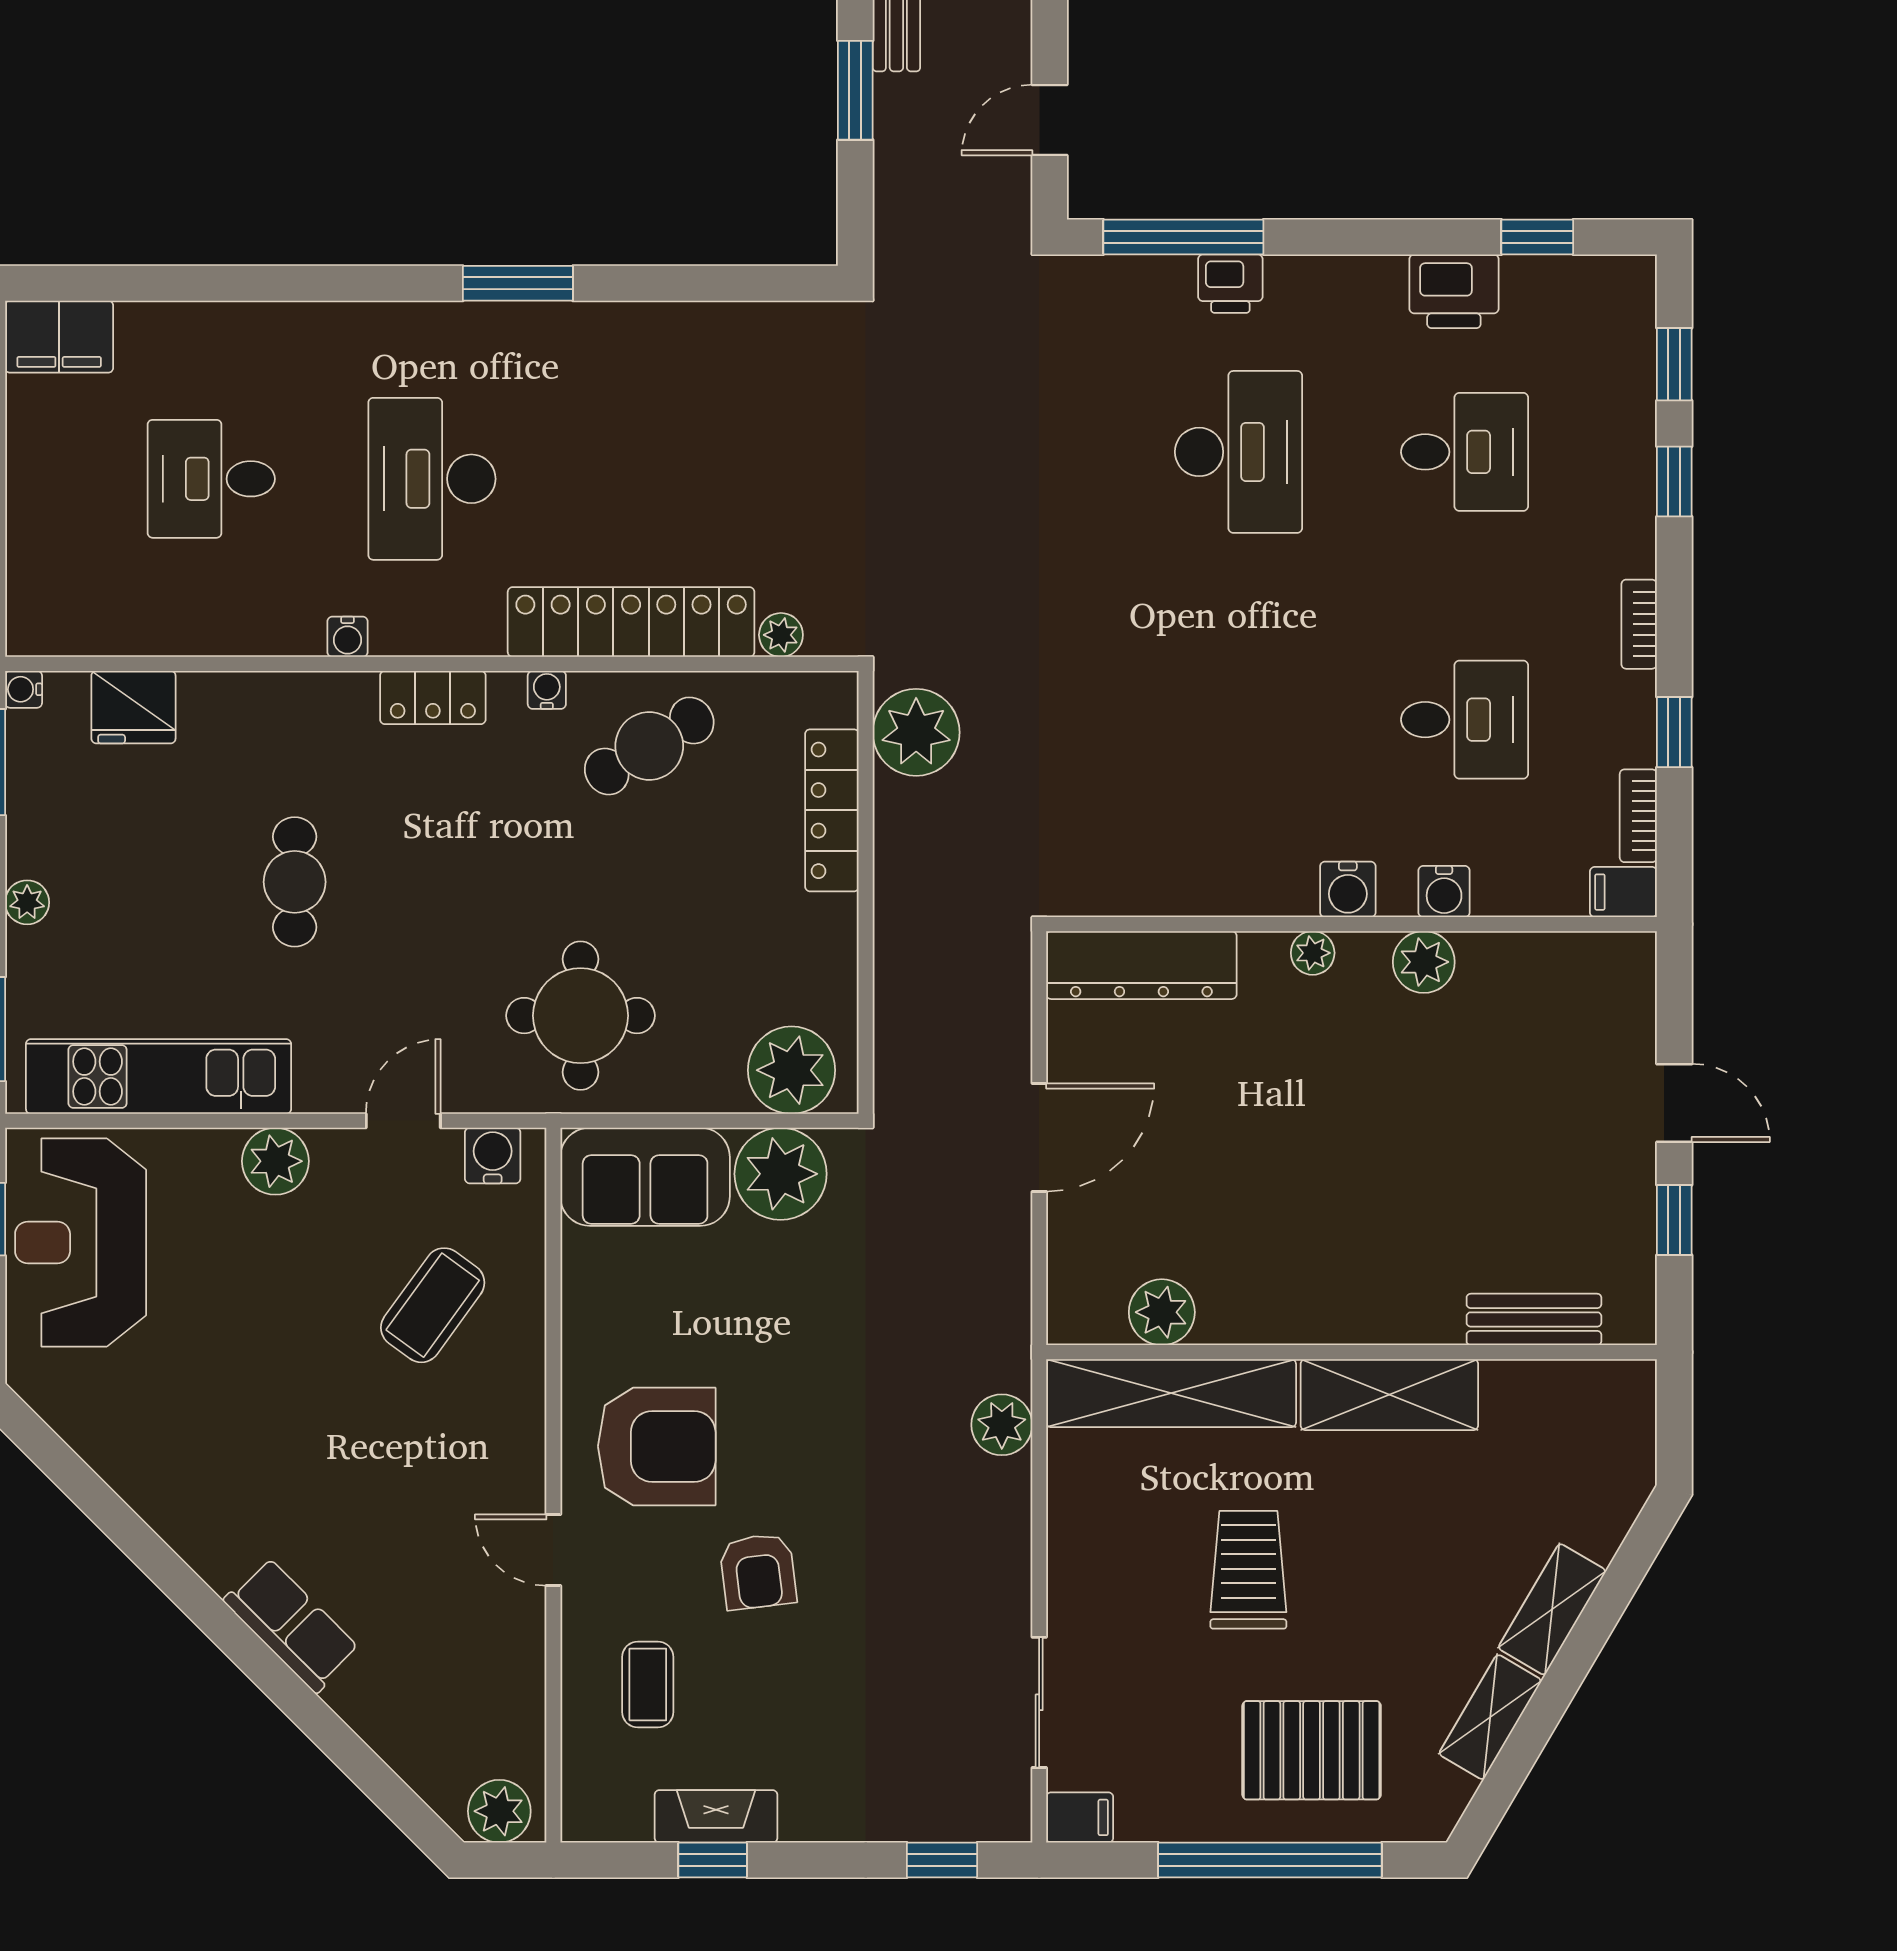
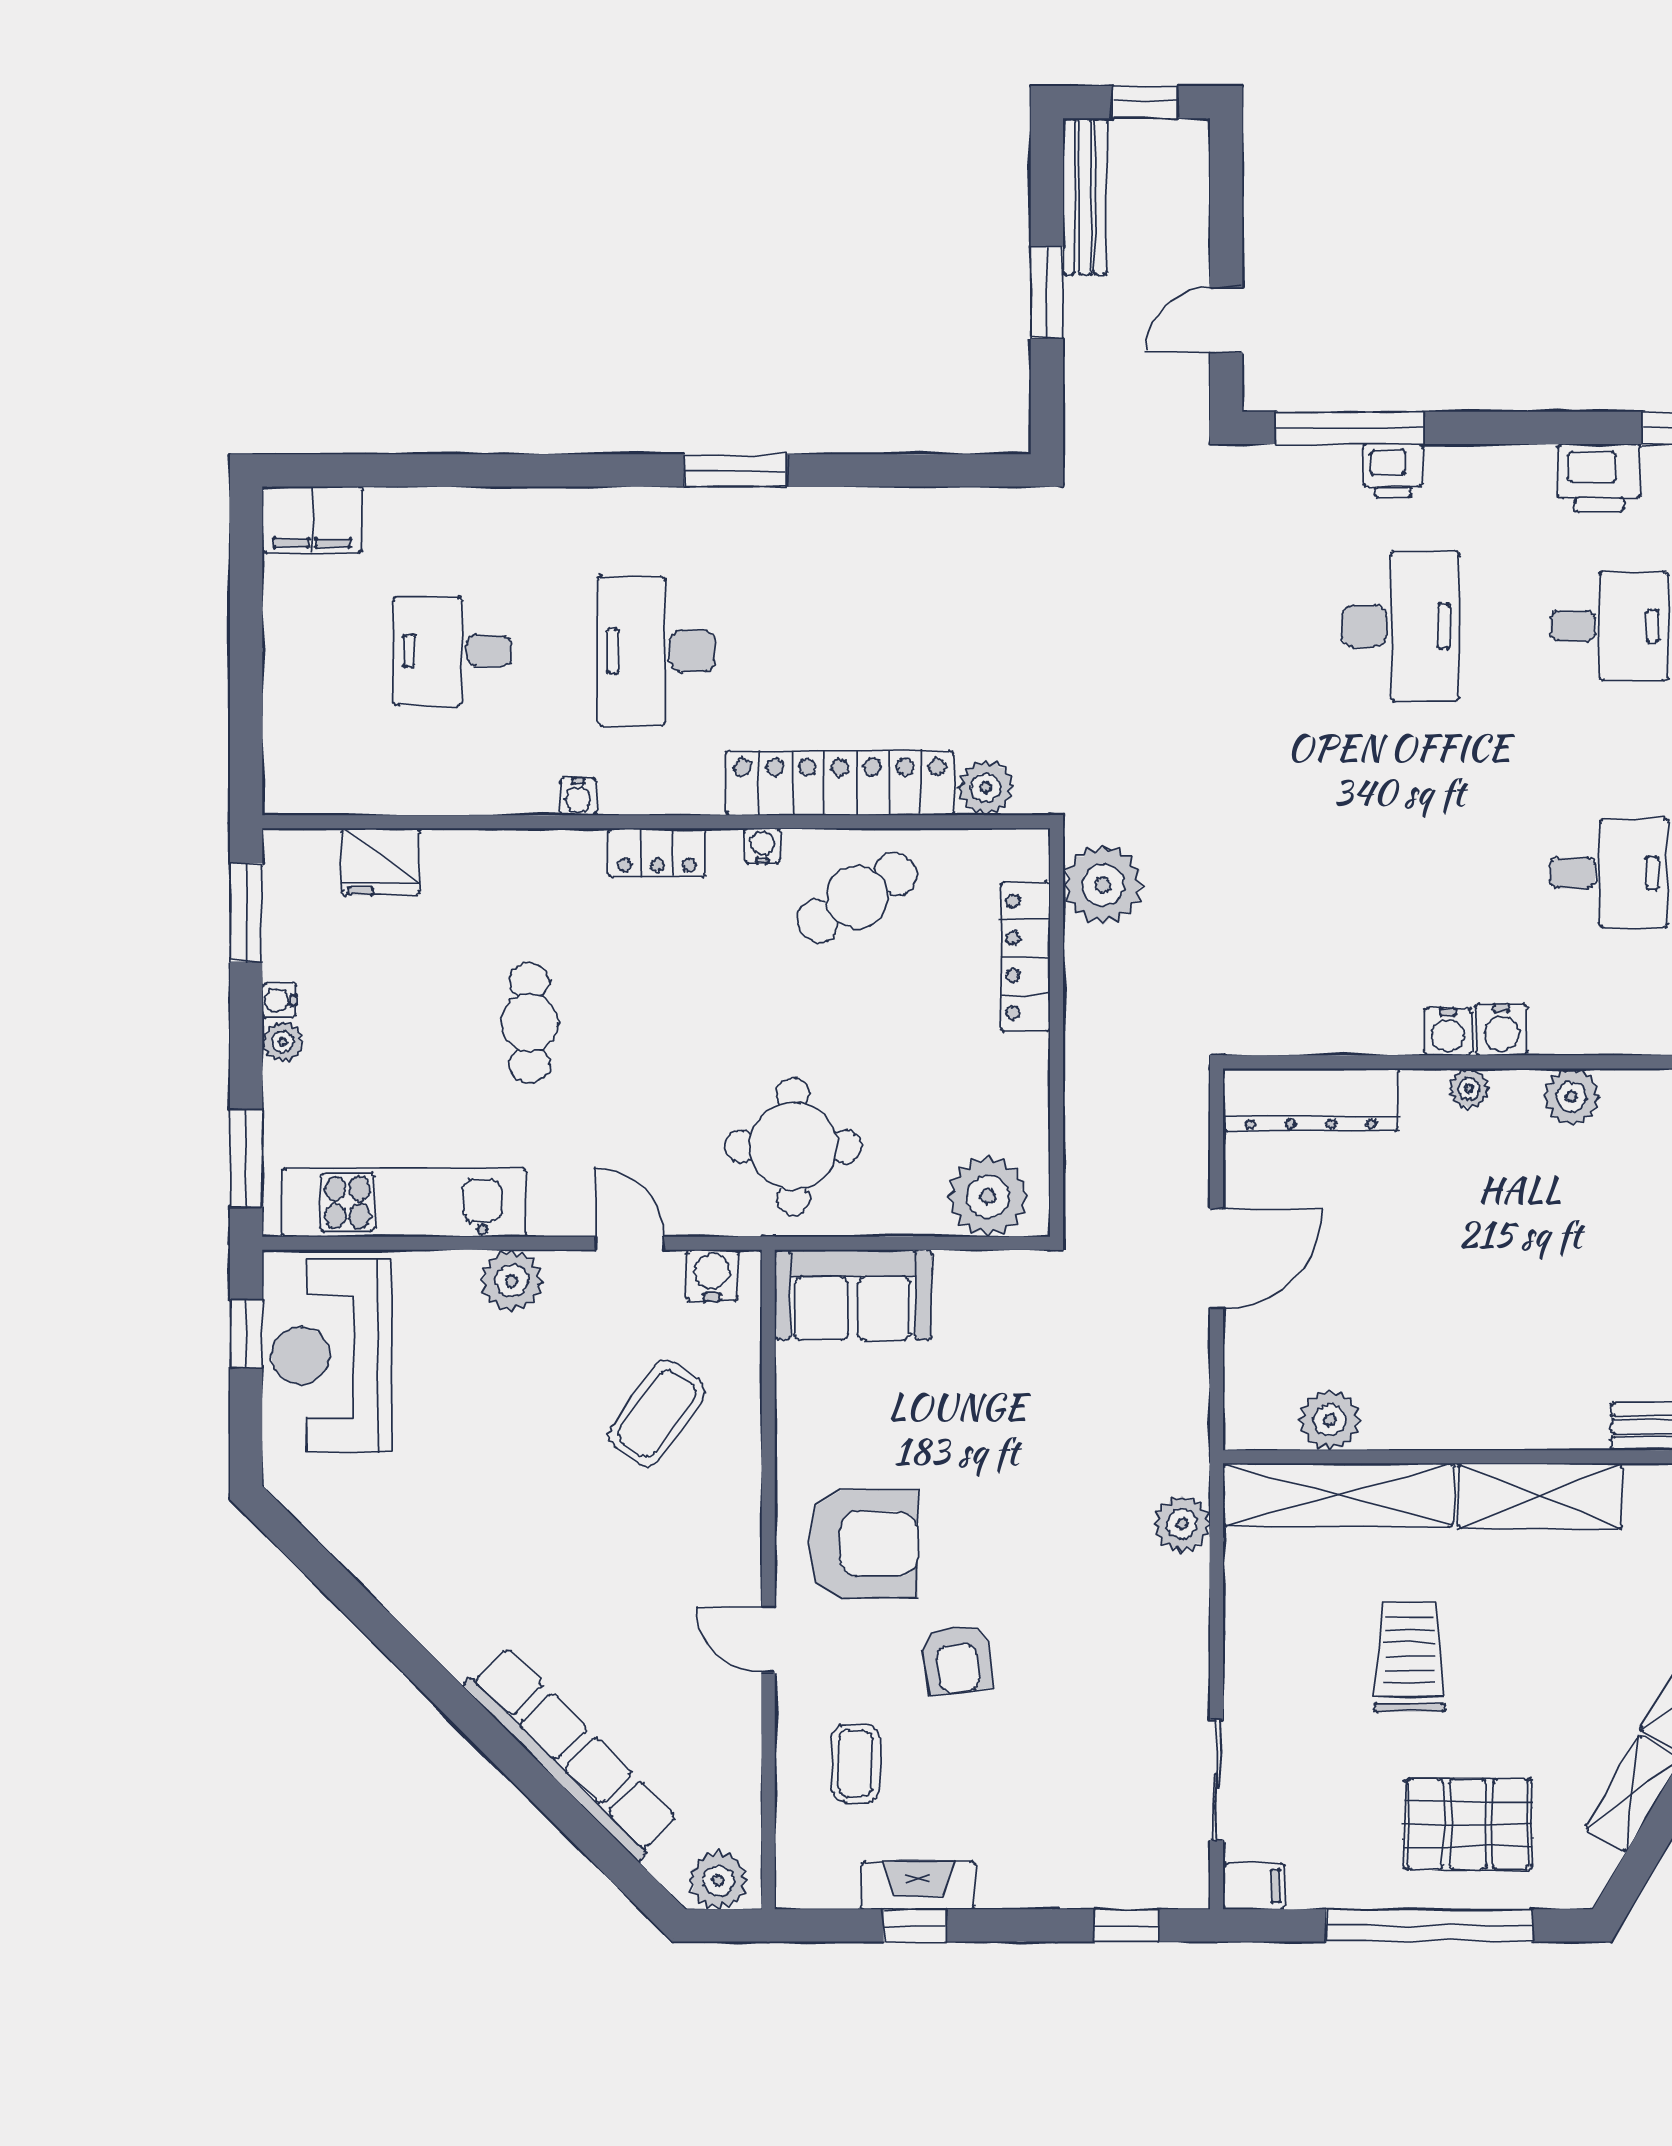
plant: (781, 635) -> (986, 787), width x1.38, depth x1.38
water cooler: (24, 689) -> (279, 1000), moved
water cooler: (1444, 892) -> (1448, 1032), moved
door: (403, 1121) -> (630, 1243), hinge flipped
plant: (781, 1174) -> (978, 1292), removed
row of seats: (292, 1625) -> (571, 1753), width x2.02

